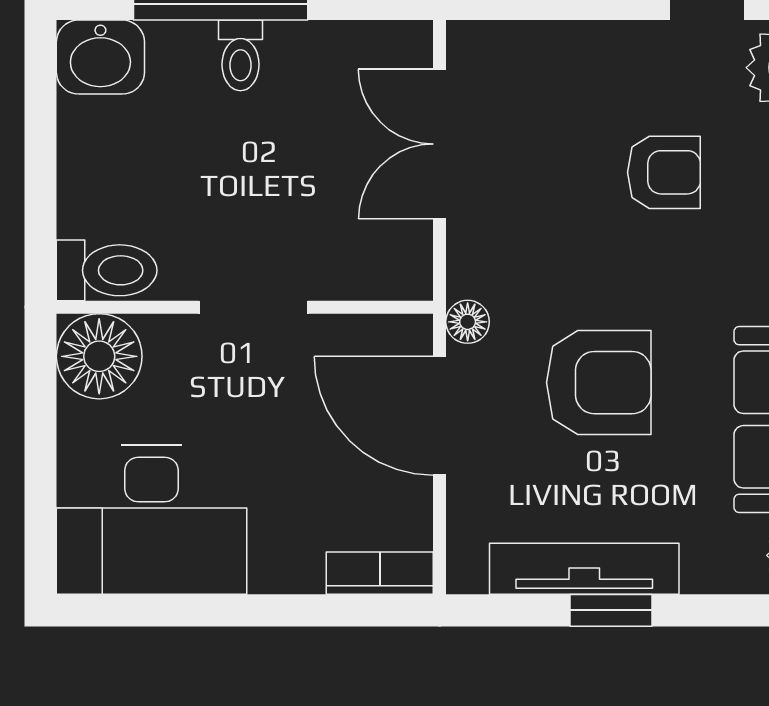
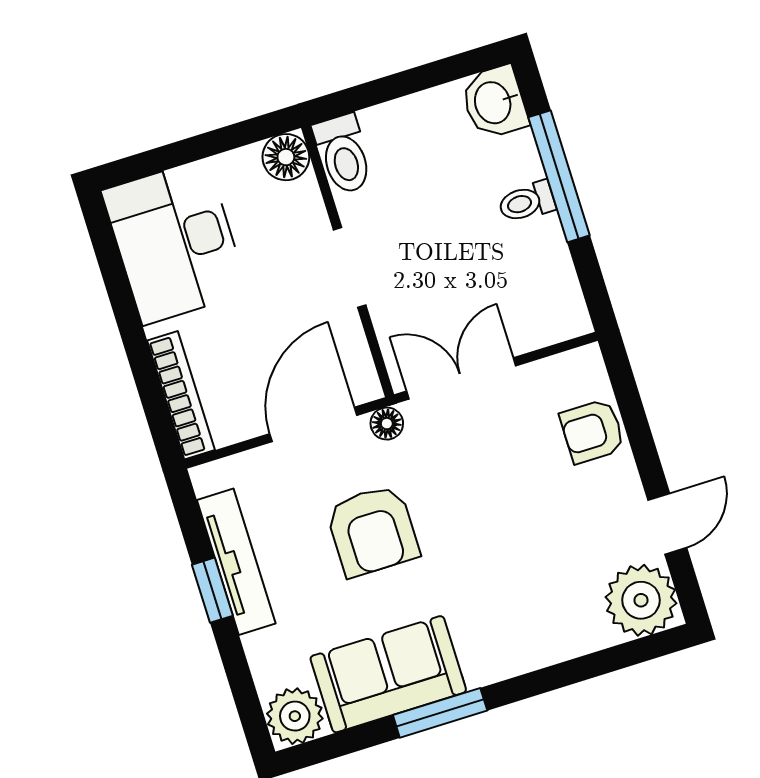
double door: (440, 144) -> (461, 378), moved
armchair: (664, 172) -> (592, 431), moved, turned 90
floor lamp: (99, 356) -> (286, 157), width x0.73, depth x0.73
bookcase: (380, 573) -> (181, 395), width x1.56

